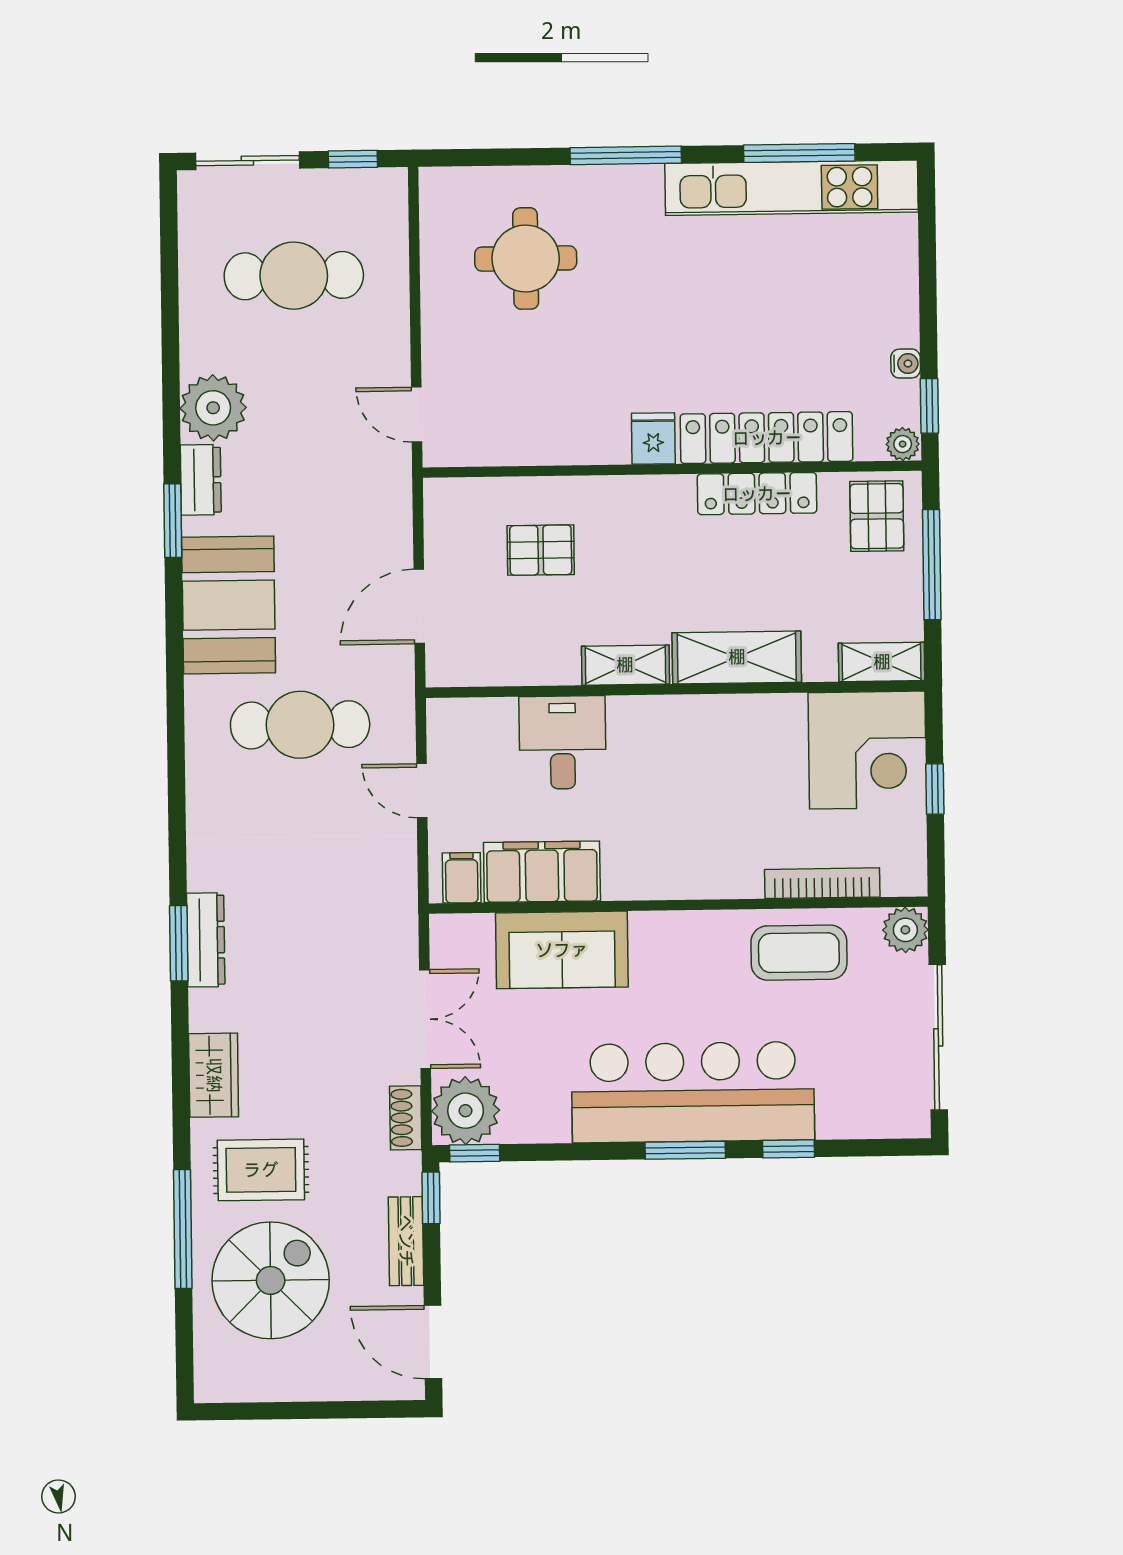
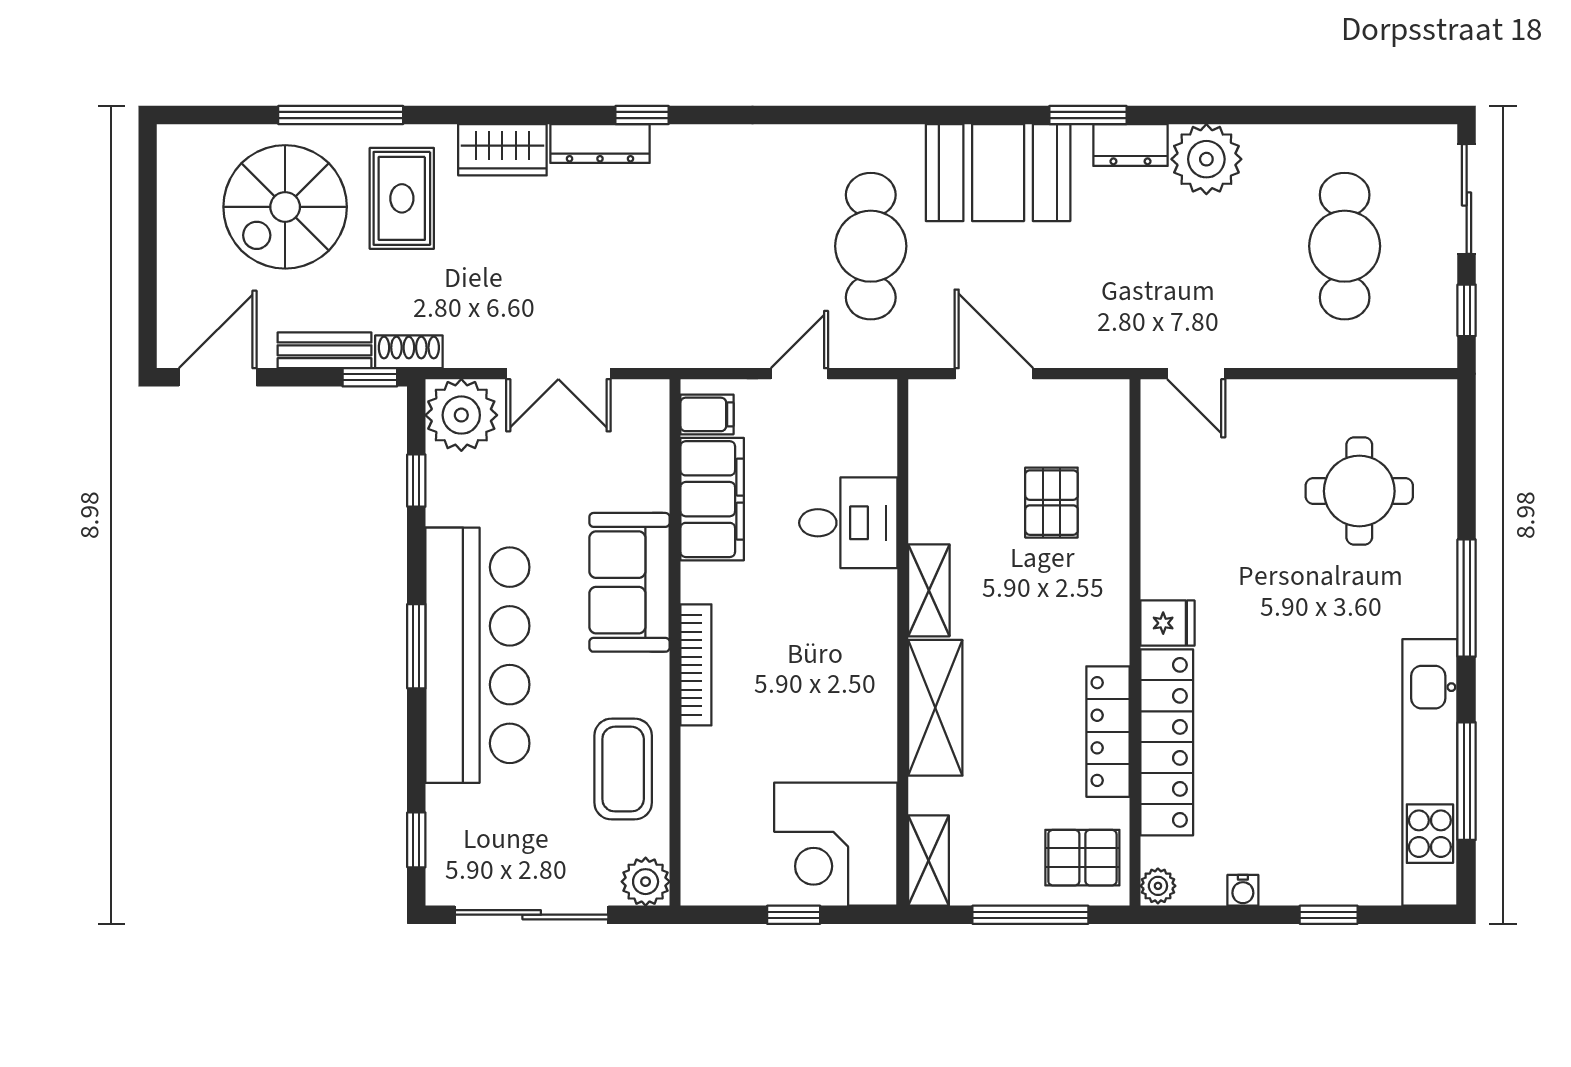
window: (929, 406) -> (1329, 915), moved
door: (417, 415) -> (1196, 374), swing flipped
bookcase: (822, 883) -> (696, 665), moved
dresser: (206, 940) -> (600, 144), moved
window: (179, 943) -> (642, 115), width x0.67
sofa: (562, 950) -> (629, 582), moved
shoe rack: (406, 1118) -> (409, 352), moved
window: (789, 1149) -> (416, 840), moved
window: (475, 1153) -> (416, 481), moved
spiral stairs: (271, 1280) -> (285, 207), turned 90

